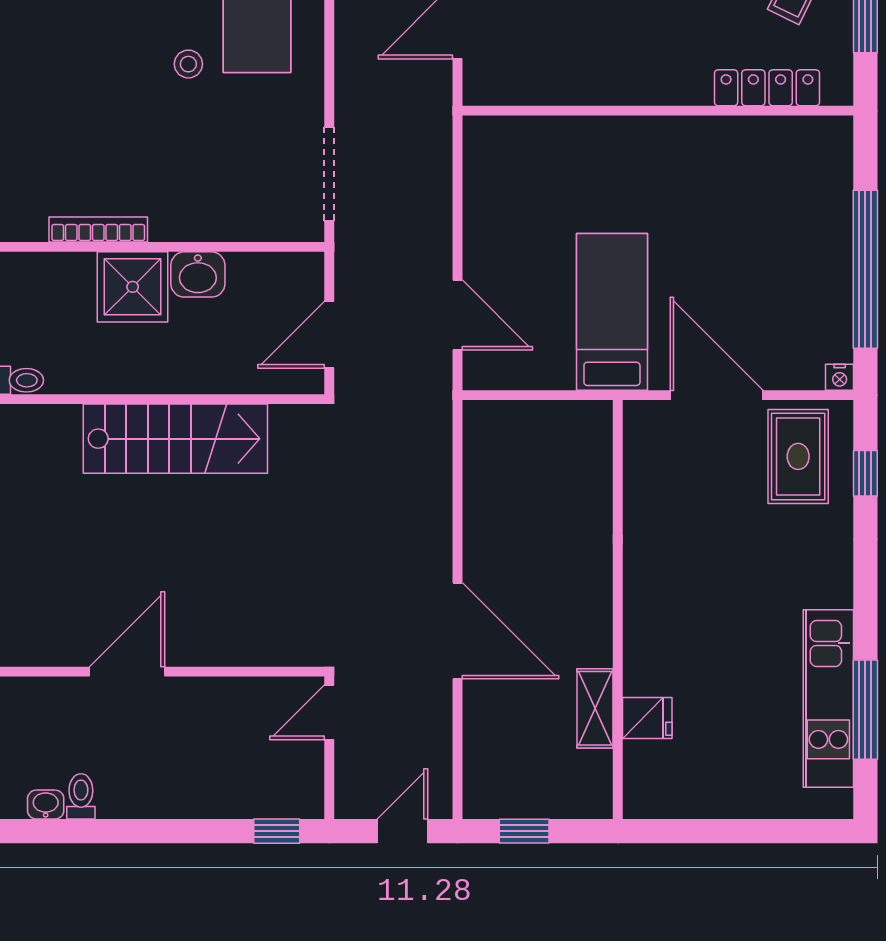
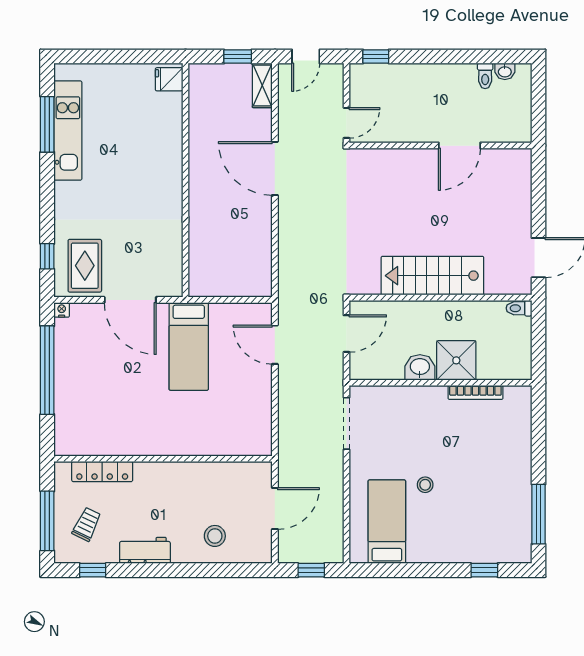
shelving: (595, 708) -> (262, 85), moved
fridge: (647, 718) -> (169, 79), moved

